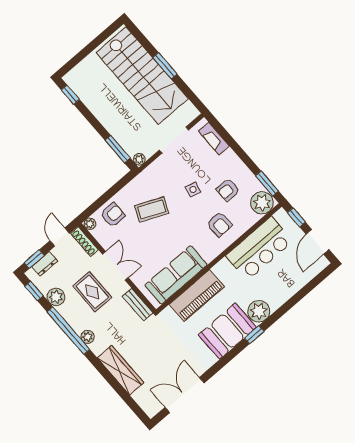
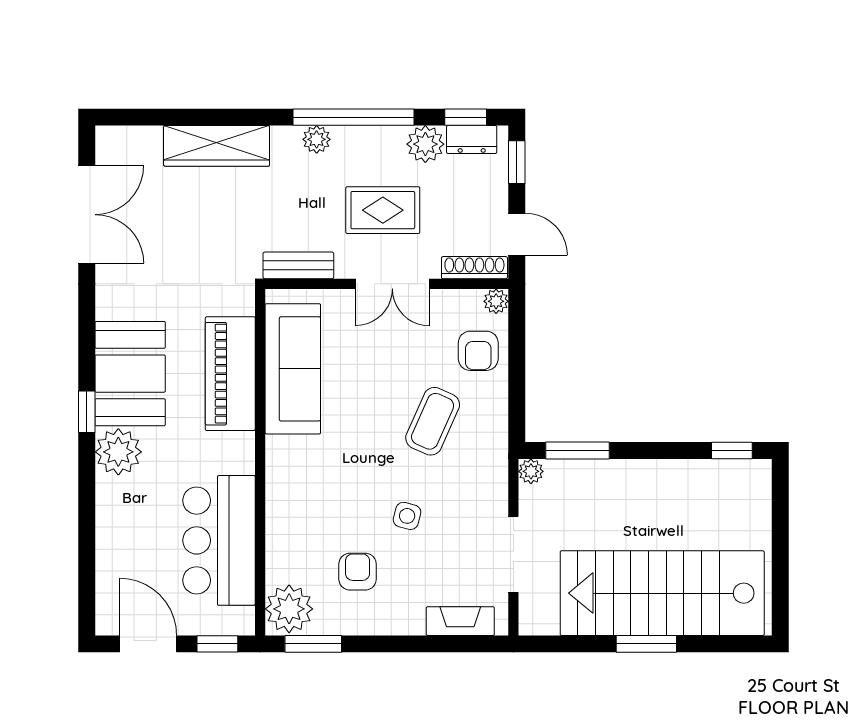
armchair: (219, 224) -> (314, 510), removed
dresser: (45, 264) -> (472, 139), moved, turned -90

